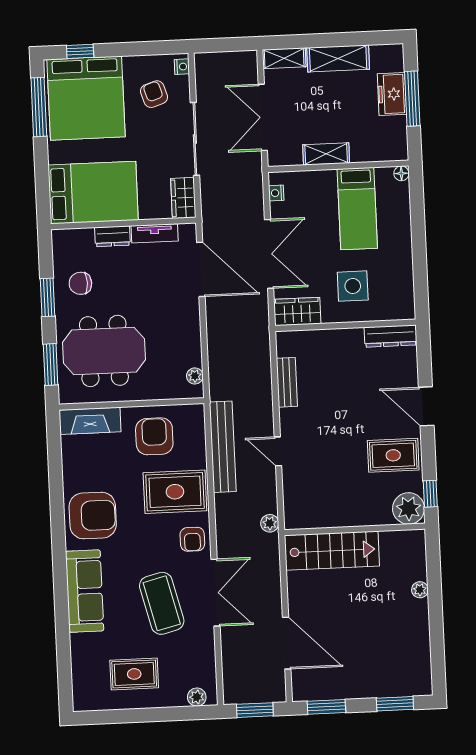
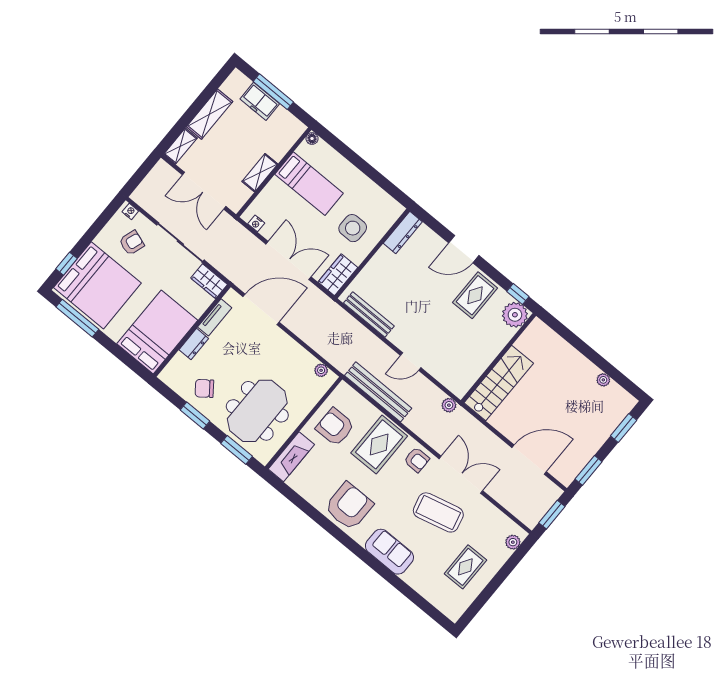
armchair: (154, 94) -> (132, 243), turned 127
chair: (80, 283) -> (204, 388), turned 53
bench: (287, 382) -> (369, 314), width x1.36
plant: (420, 590) -> (603, 380), moved
sofa: (85, 591) -> (389, 552), width x0.73

